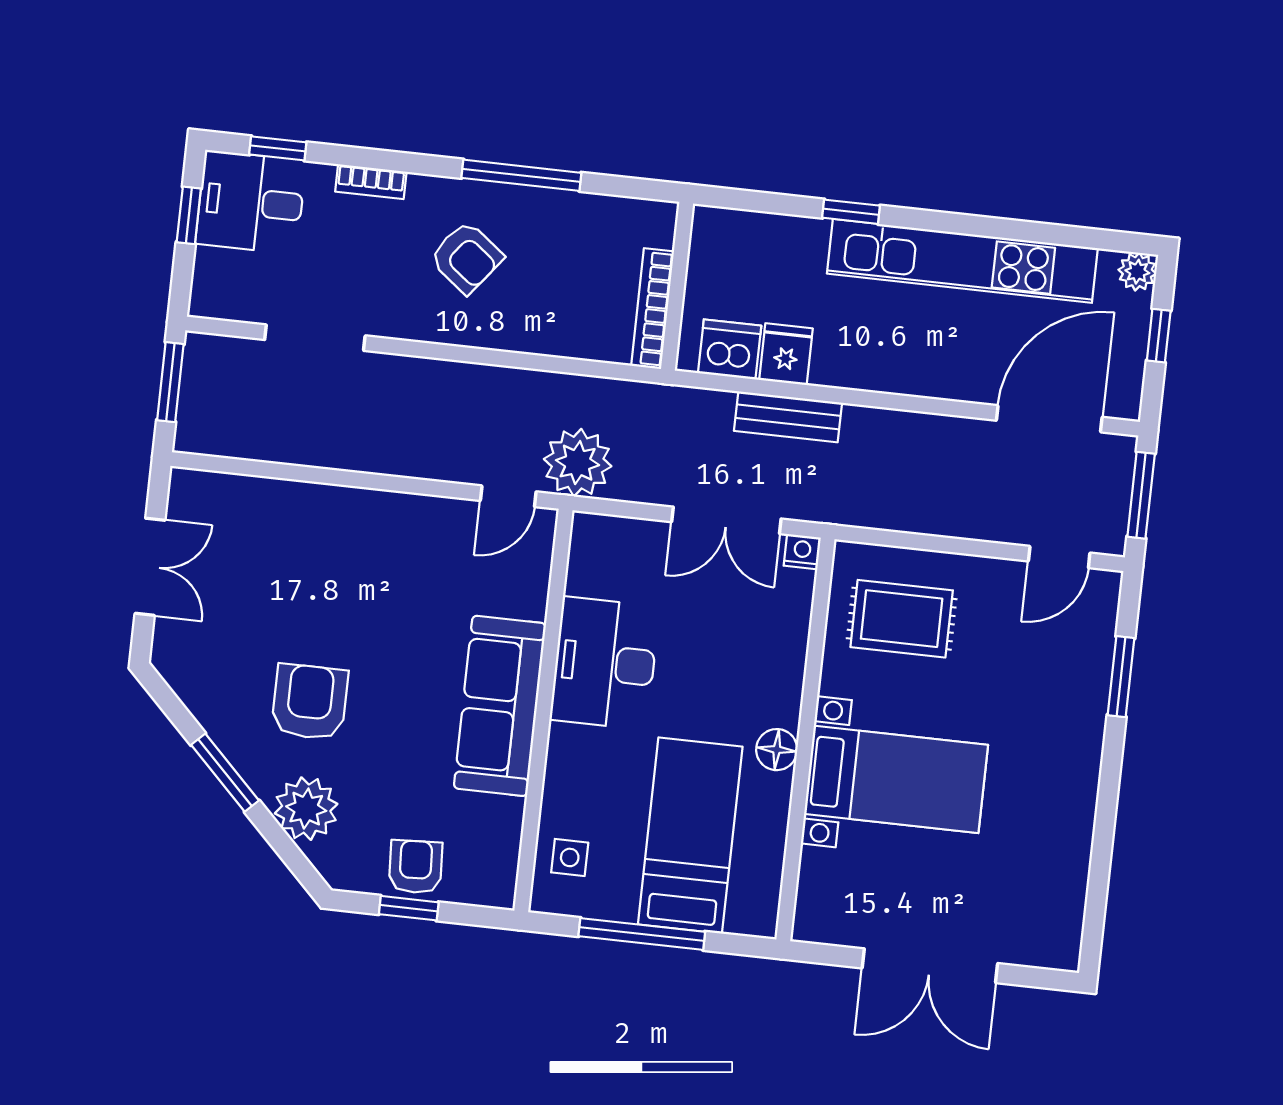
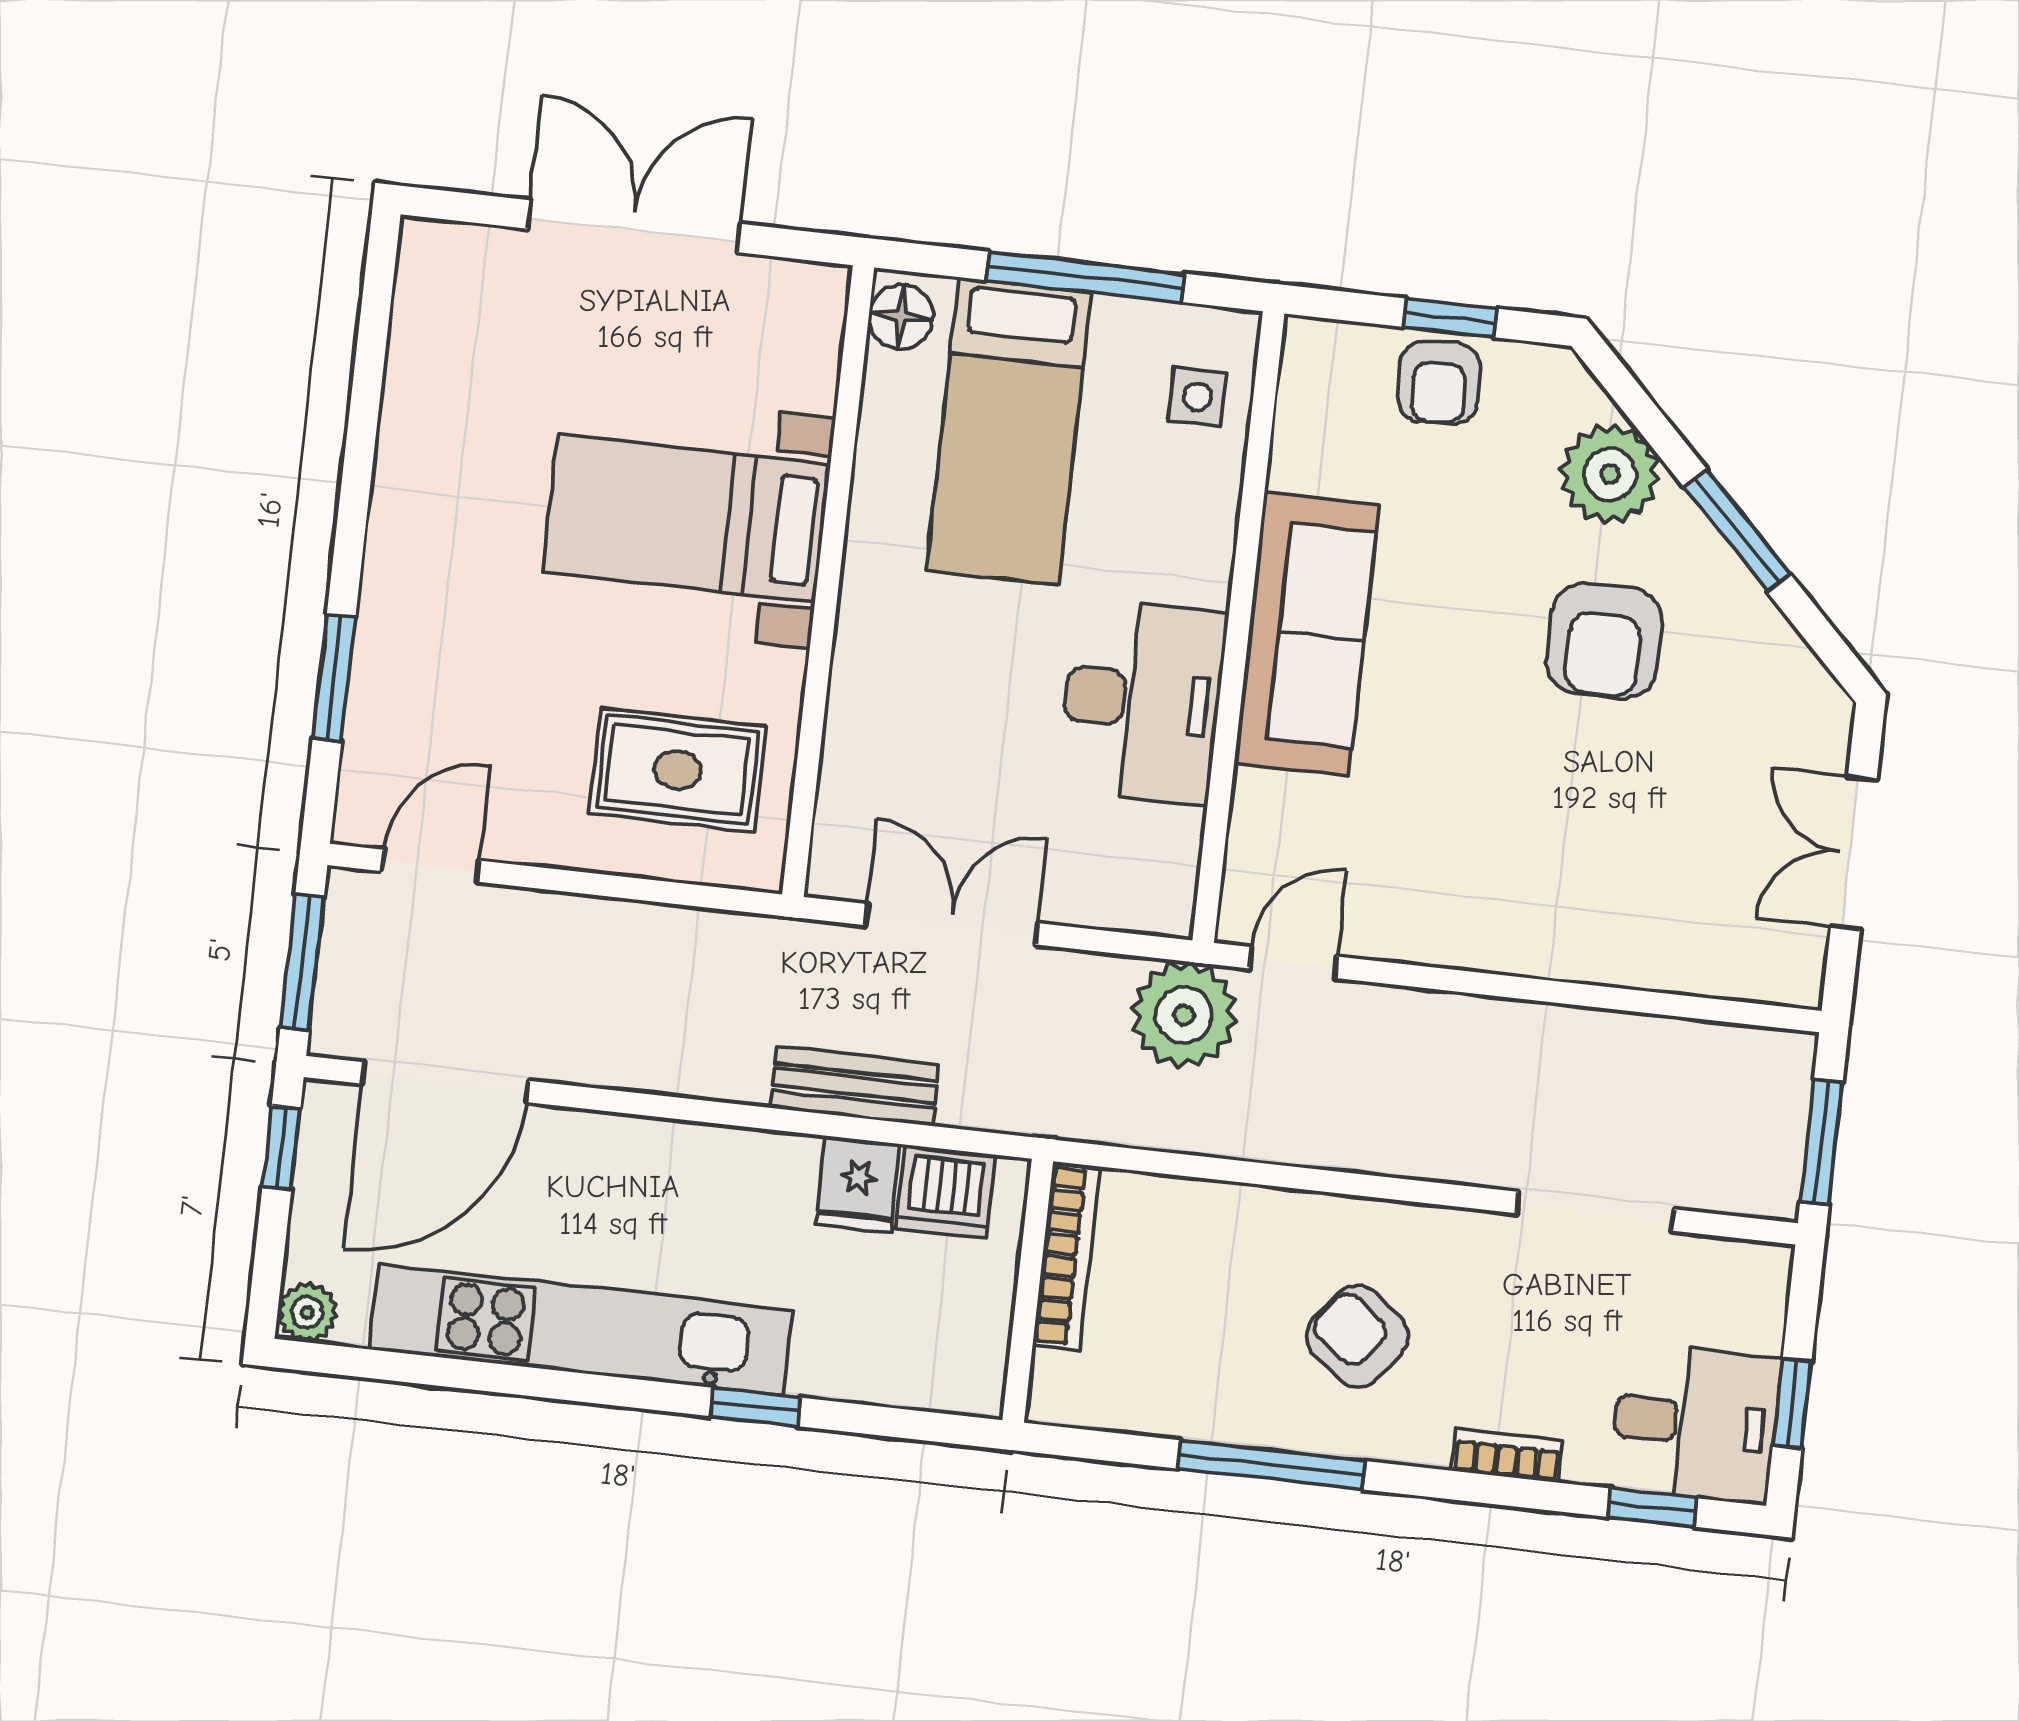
window: (1159, 336) -> (281, 1147), moved
nightstand: (802, 552) -> (833, 875), removed
floor lamp: (777, 750) -> (901, 317), moved

